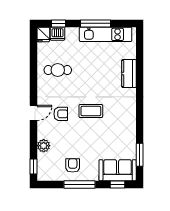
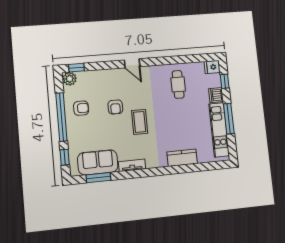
dishwasher: (58, 34) -> (216, 95), moved
armchair: (61, 114) -> (115, 107), moved
tv unit: (131, 122) -> (132, 165), added
plant: (44, 146) -> (70, 79), moved
sofa: (118, 170) -> (98, 162), moved, turned -90
window: (79, 184) -> (61, 117), width x1.46

